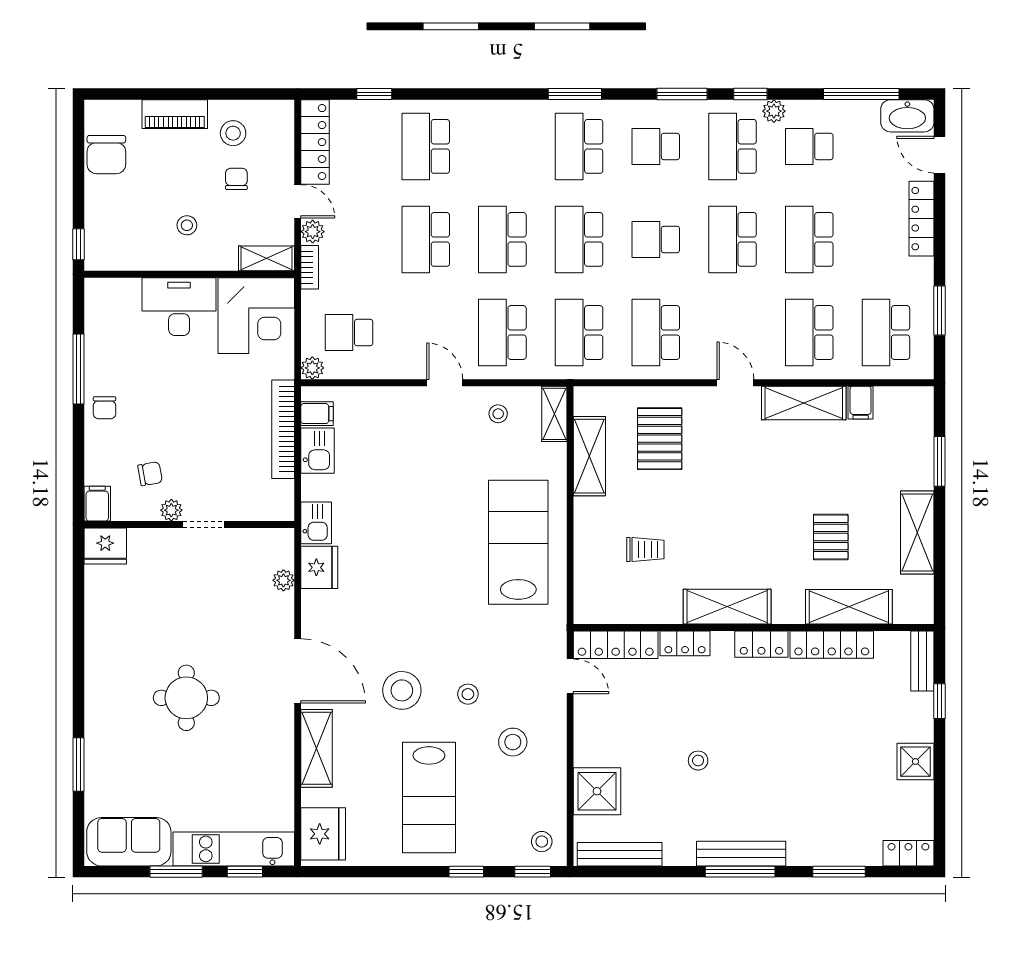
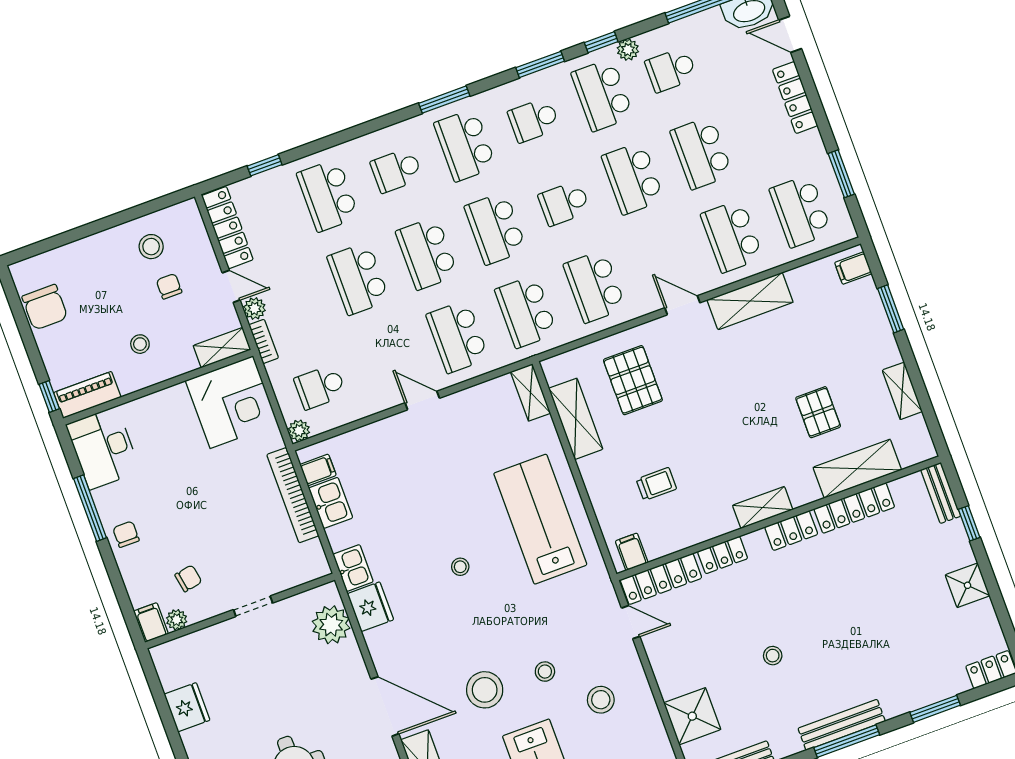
piano: (175, 114) -> (87, 395), moved, turned 180
school desk: (502, 146) -> (396, 170), added
desk: (179, 307) -> (103, 448), moved, turned -90
filing cabinet: (861, 403) -> (853, 268), moved, turned 90
chair: (104, 408) -> (126, 534), turned 180
stool: (498, 414) -> (460, 567), moved
plant: (171, 510) -> (177, 620), moved
shelving: (917, 533) -> (902, 391), width x0.67, depth x0.75
fridge: (105, 546) -> (187, 707), moved, turned -90
plant: (283, 580) -> (331, 625), width x1.88, depth x1.88
filing cabinet: (597, 607) -> (632, 552), added
shelving: (727, 607) -> (763, 507), width x0.67, depth x0.75

